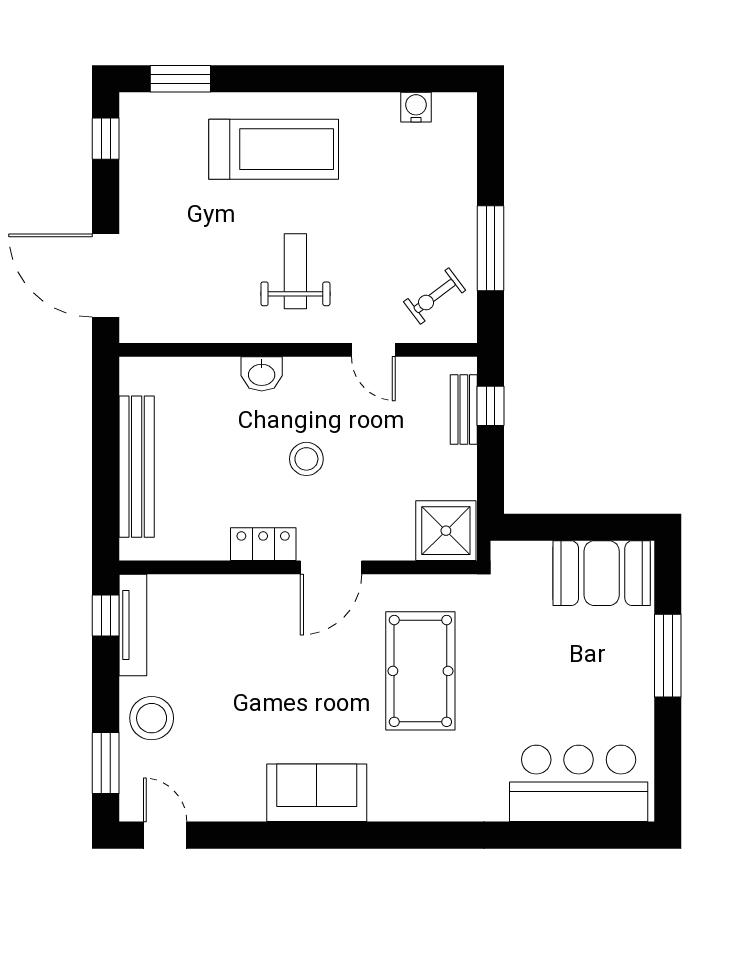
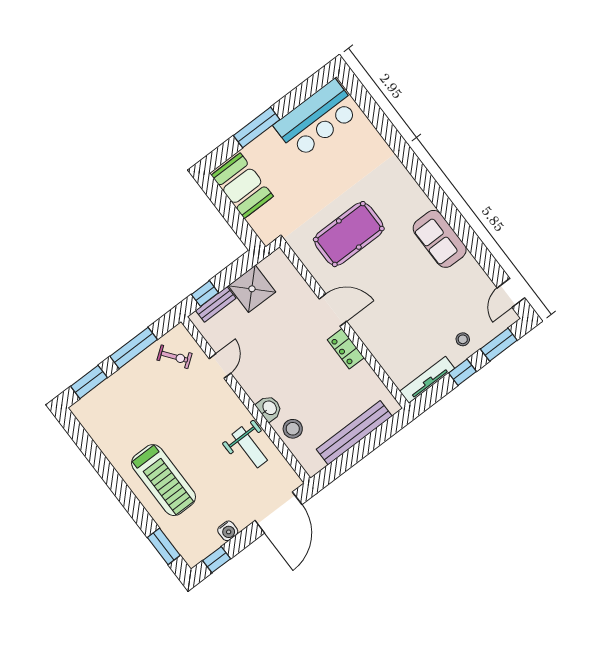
water cooler: (416, 107) -> (228, 531), moved, turned -90
treadmill: (274, 149) -> (164, 480), turned 180
window: (490, 149) -> (89, 382), added
weight bench: (295, 271) -> (250, 447), moved, turned -90
stool: (306, 459) -> (293, 429), moved
shower: (446, 531) -> (252, 289), moved
window: (106, 616) -> (463, 372), moved
stool: (152, 718) -> (463, 339), width x0.53, depth x0.53
bar counter: (579, 783) -> (317, 119), moved, turned -90

